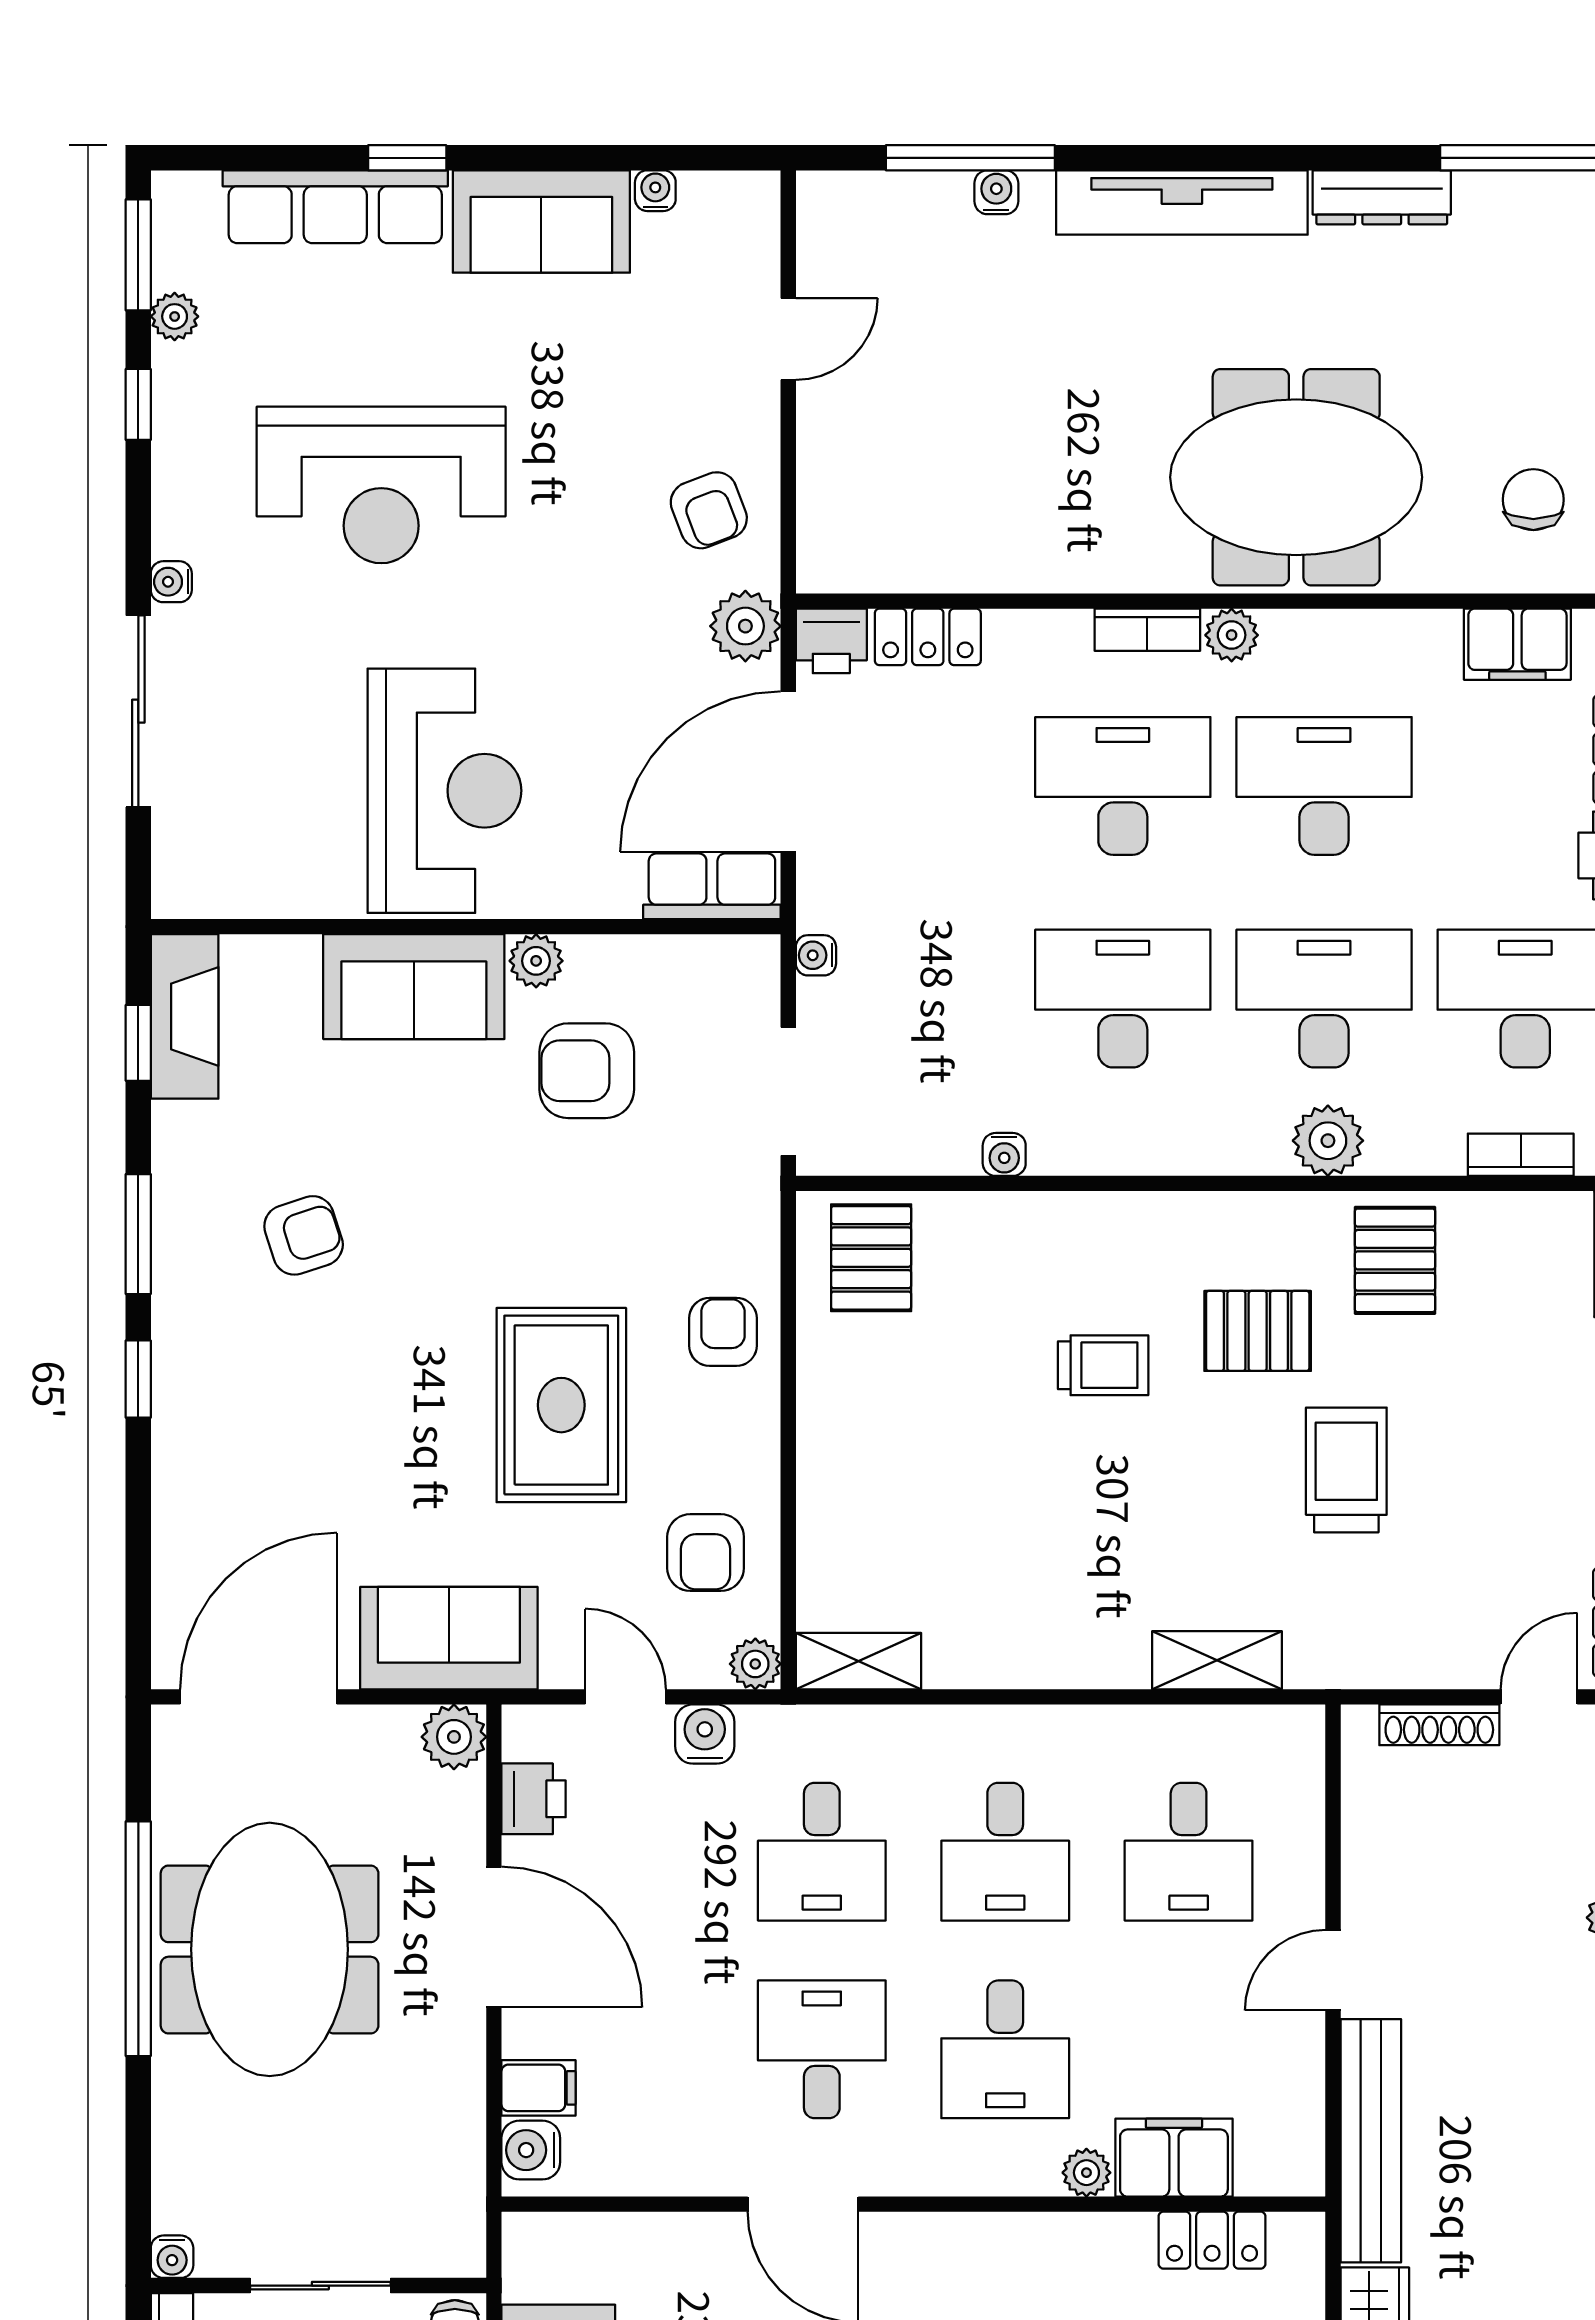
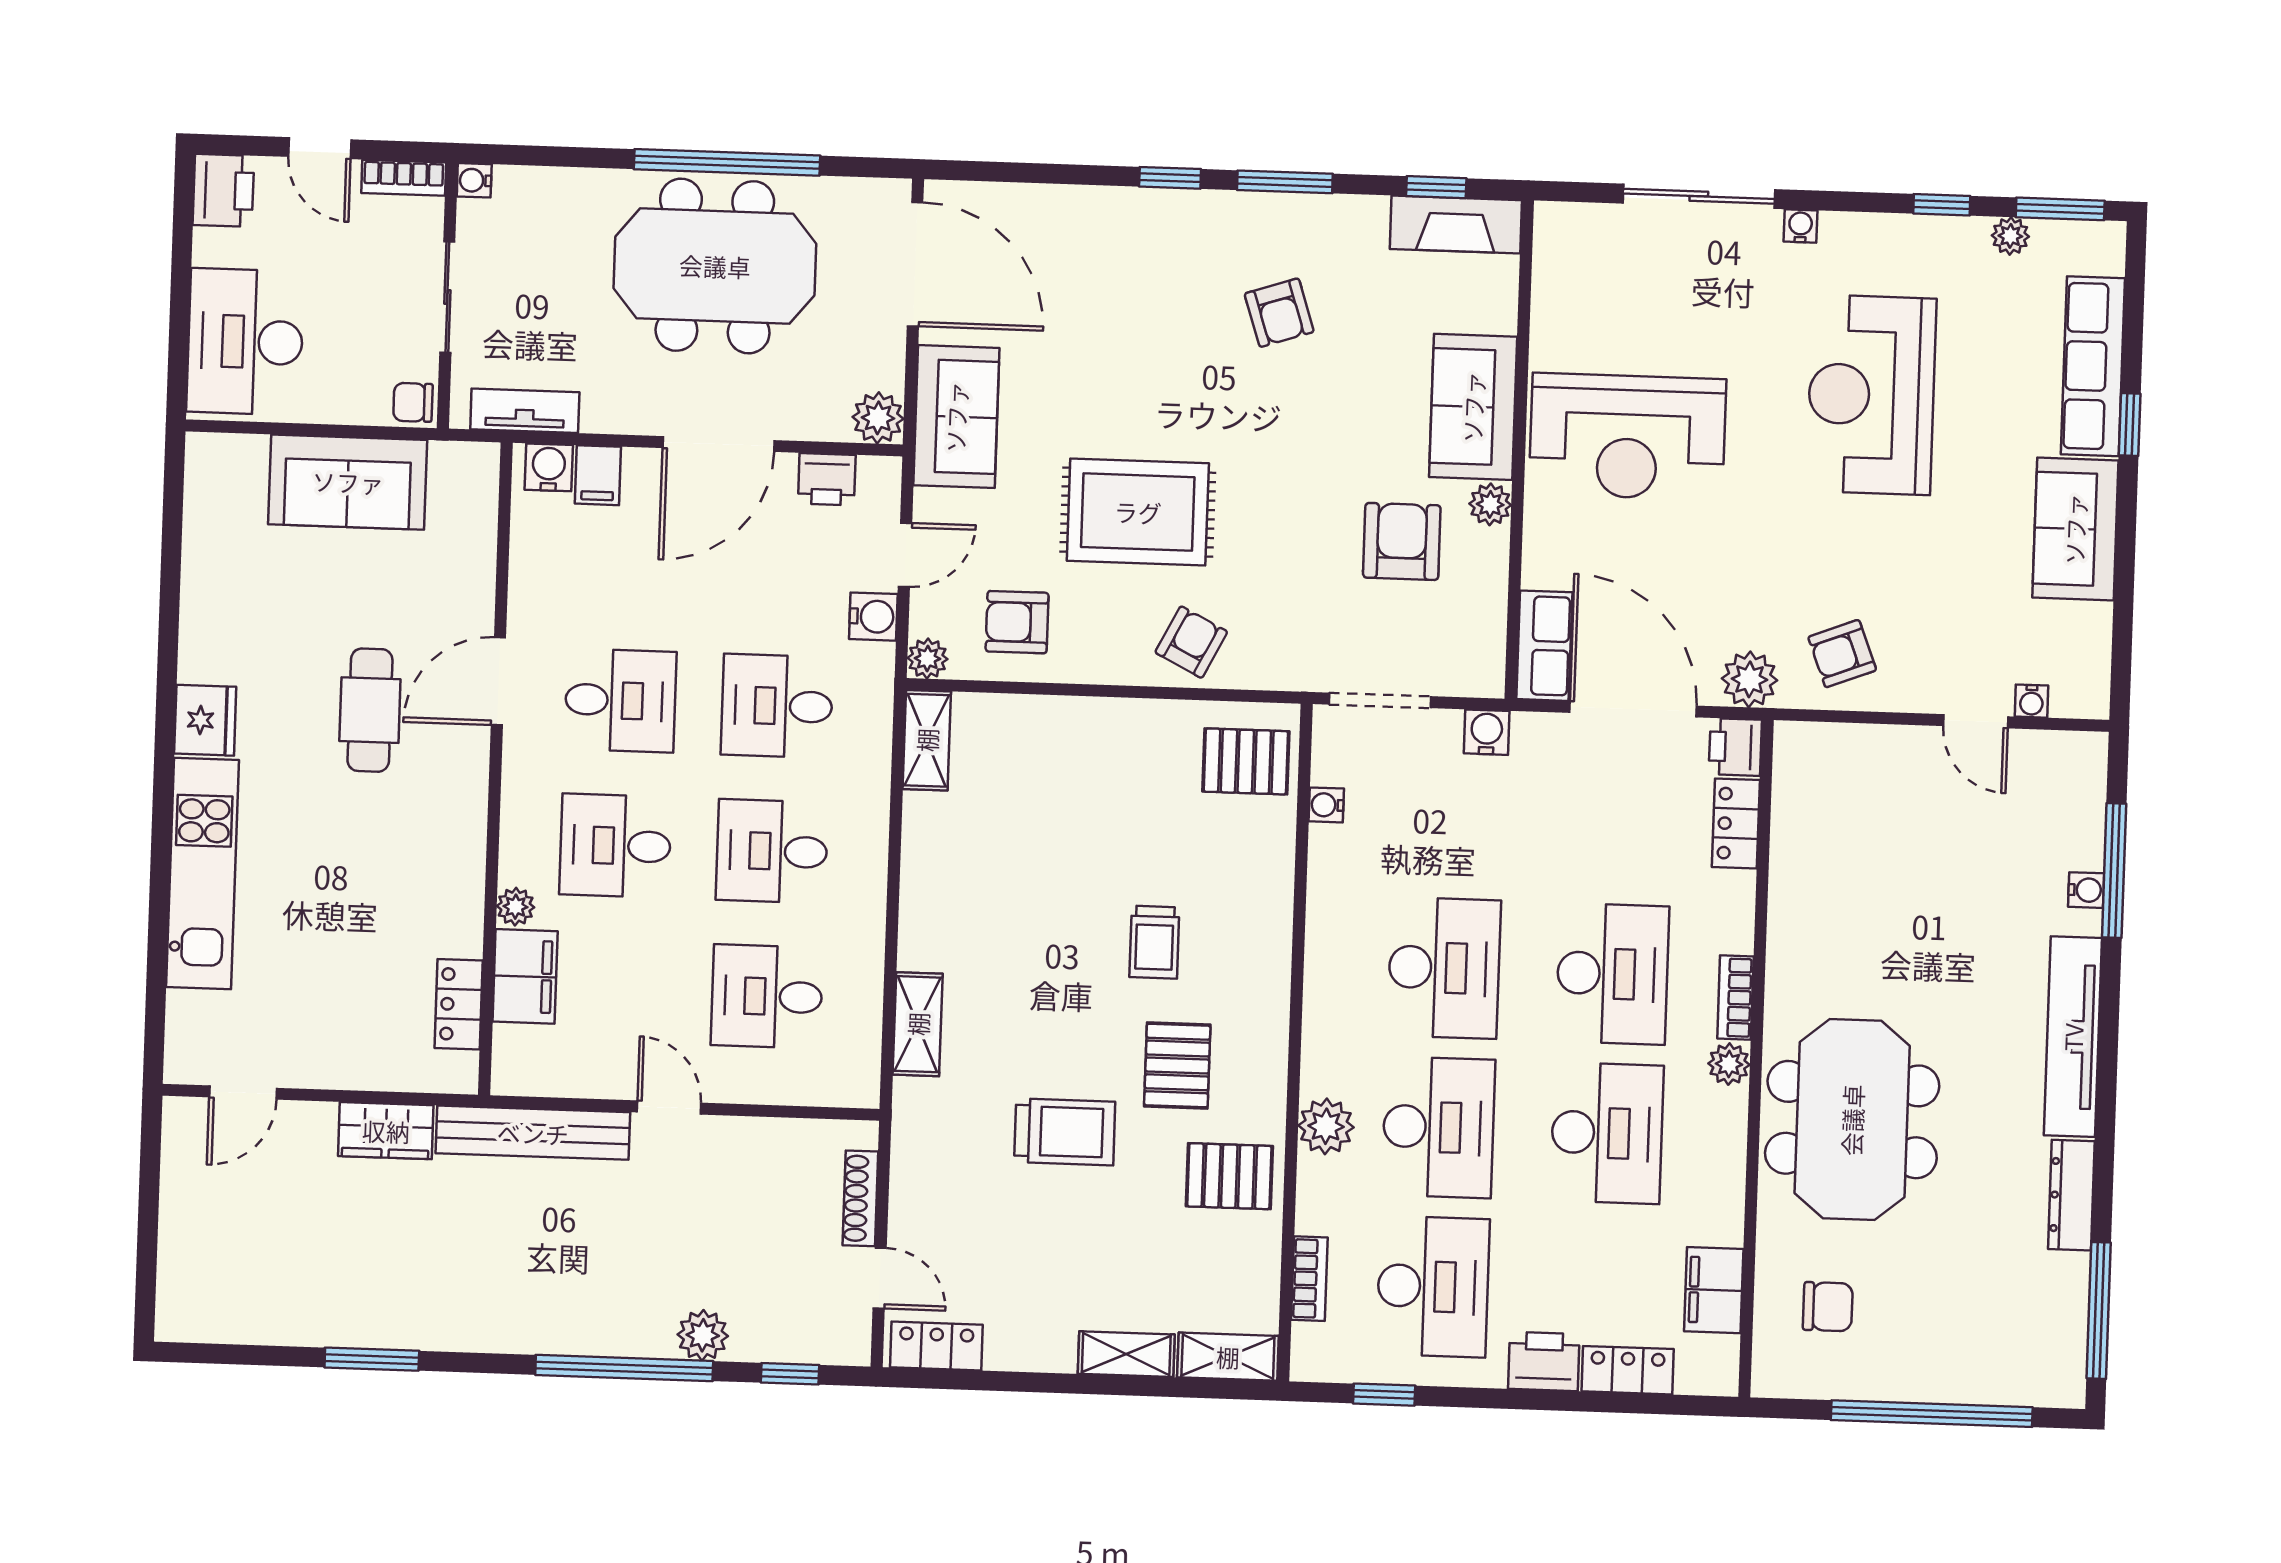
water cooler: (655, 191) -> (2031, 701), moved, turned 90
water cooler: (816, 955) -> (1487, 732), width x1.38, depth x1.38
water cooler: (1004, 1154) -> (1326, 805), moved
armchair: (723, 1332) -> (1191, 642), turned -63
tv unit: (460, 2183) -> (525, 411), added

